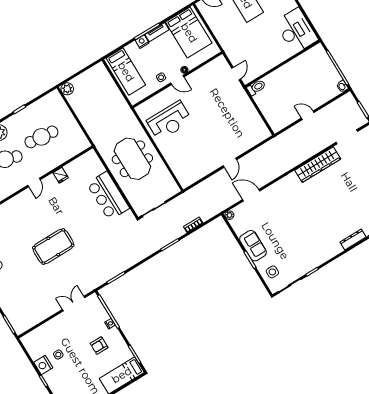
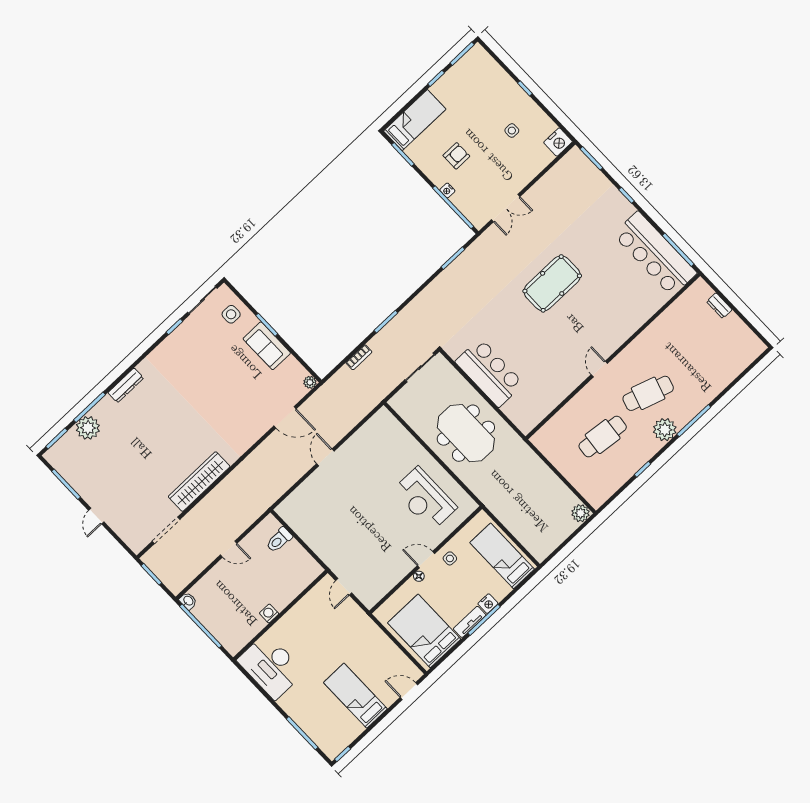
washing machine: (290, 66) -> (269, 613), added
toilet: (256, 87) -> (279, 540), moved
reception desk: (169, 121) -> (425, 499), turned -90
fridge: (61, 175) -> (563, 388), removed
nightstand: (43, 365) -> (558, 142), moved, turned 90

